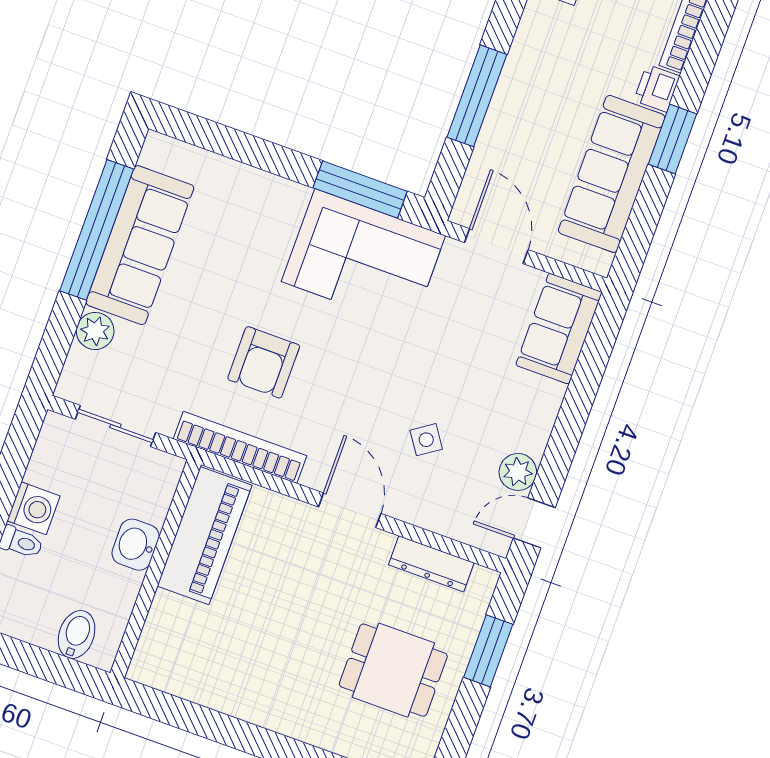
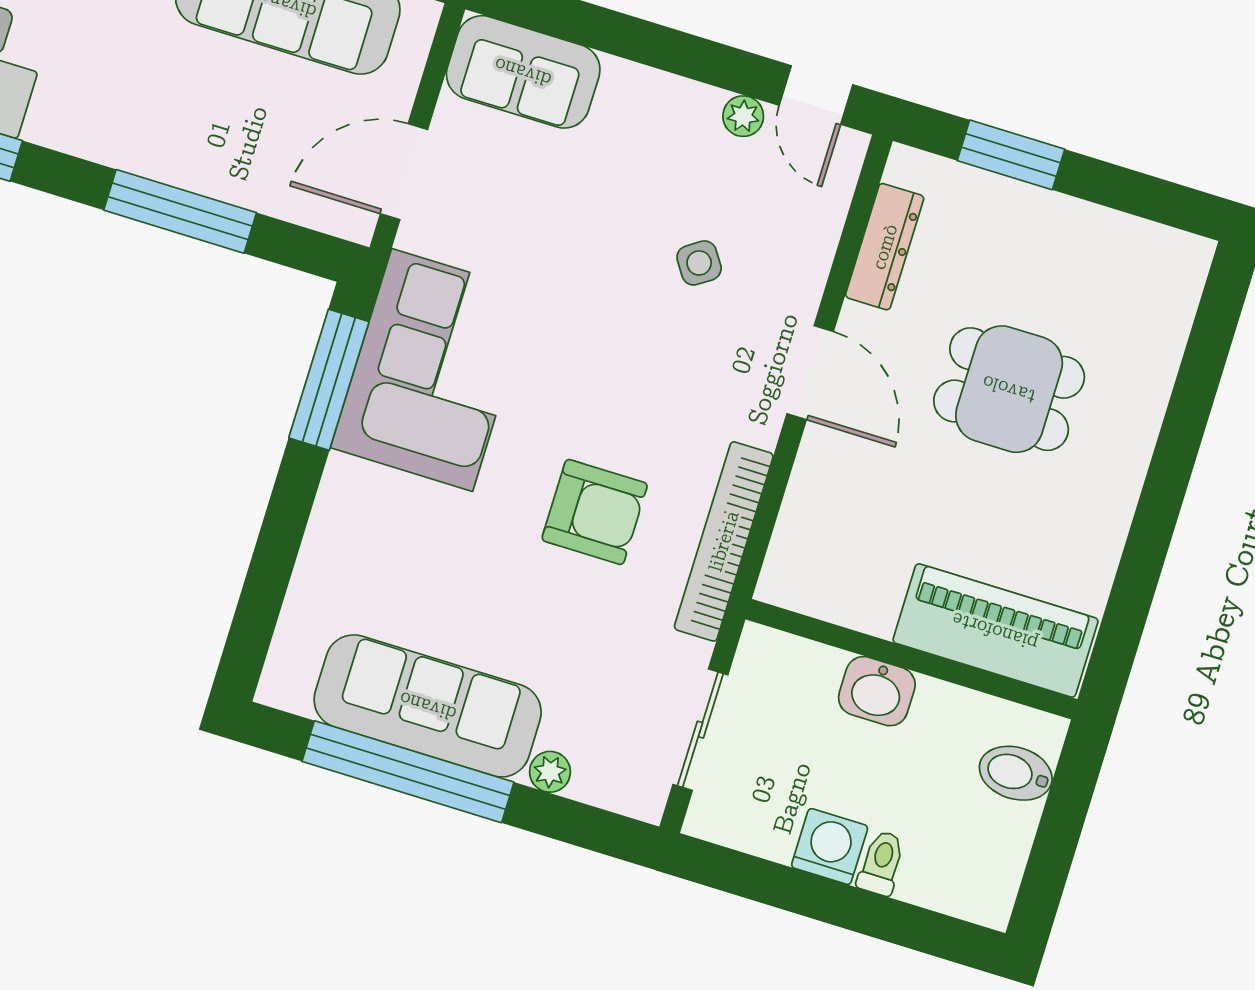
plant: (95, 331) -> (550, 772), width x0.73, depth x0.73
plant: (518, 472) -> (743, 116), width x0.73, depth x0.73
door: (350, 510) -> (810, 373), swing flipped
piano: (205, 536) -> (995, 631), moved
dining table: (393, 670) -> (1009, 389), moved, turned 90

